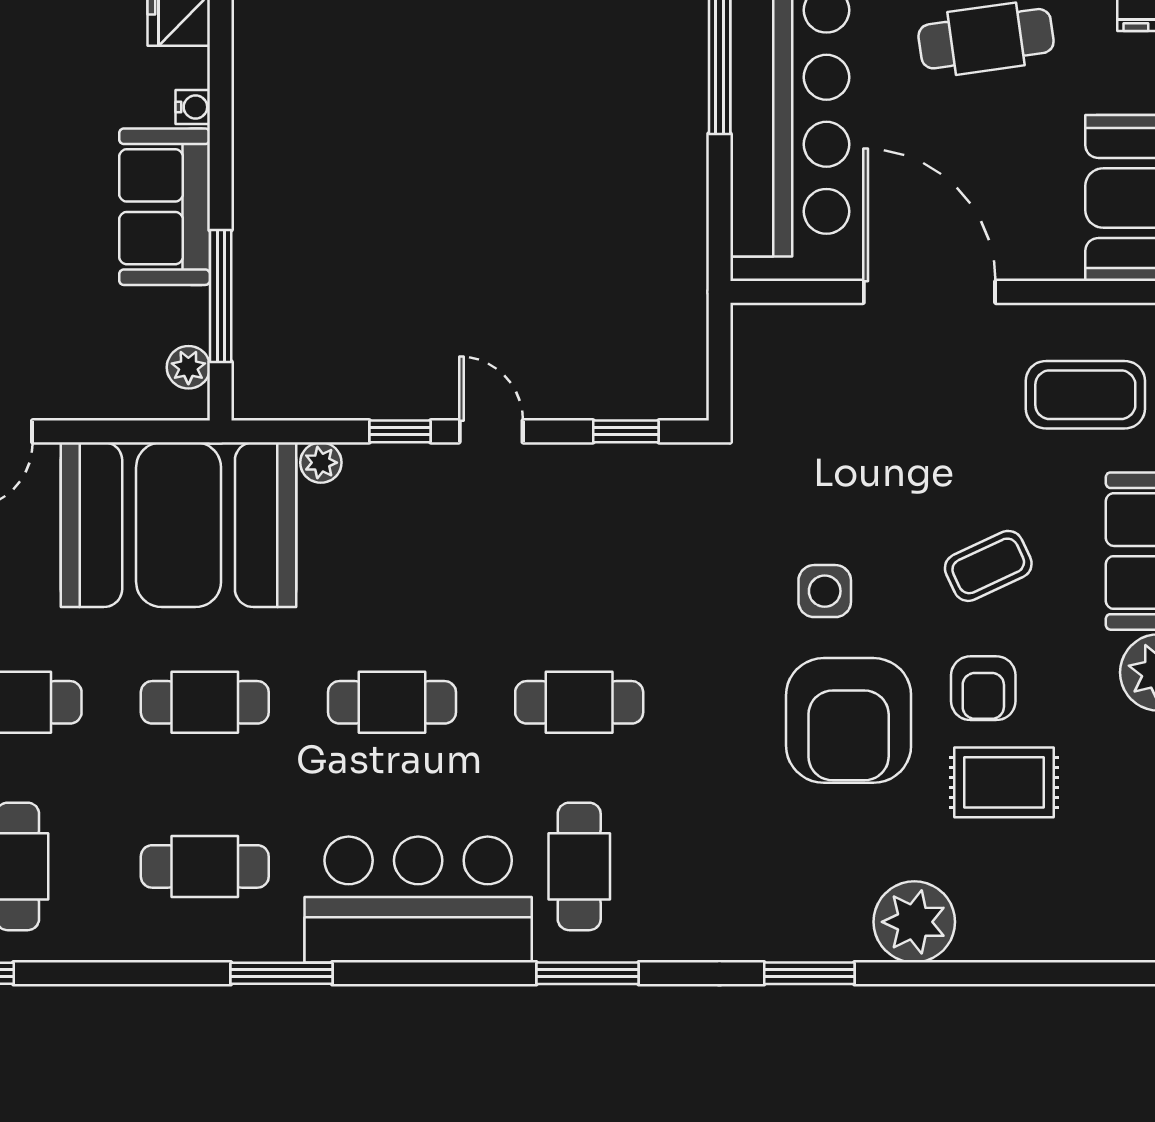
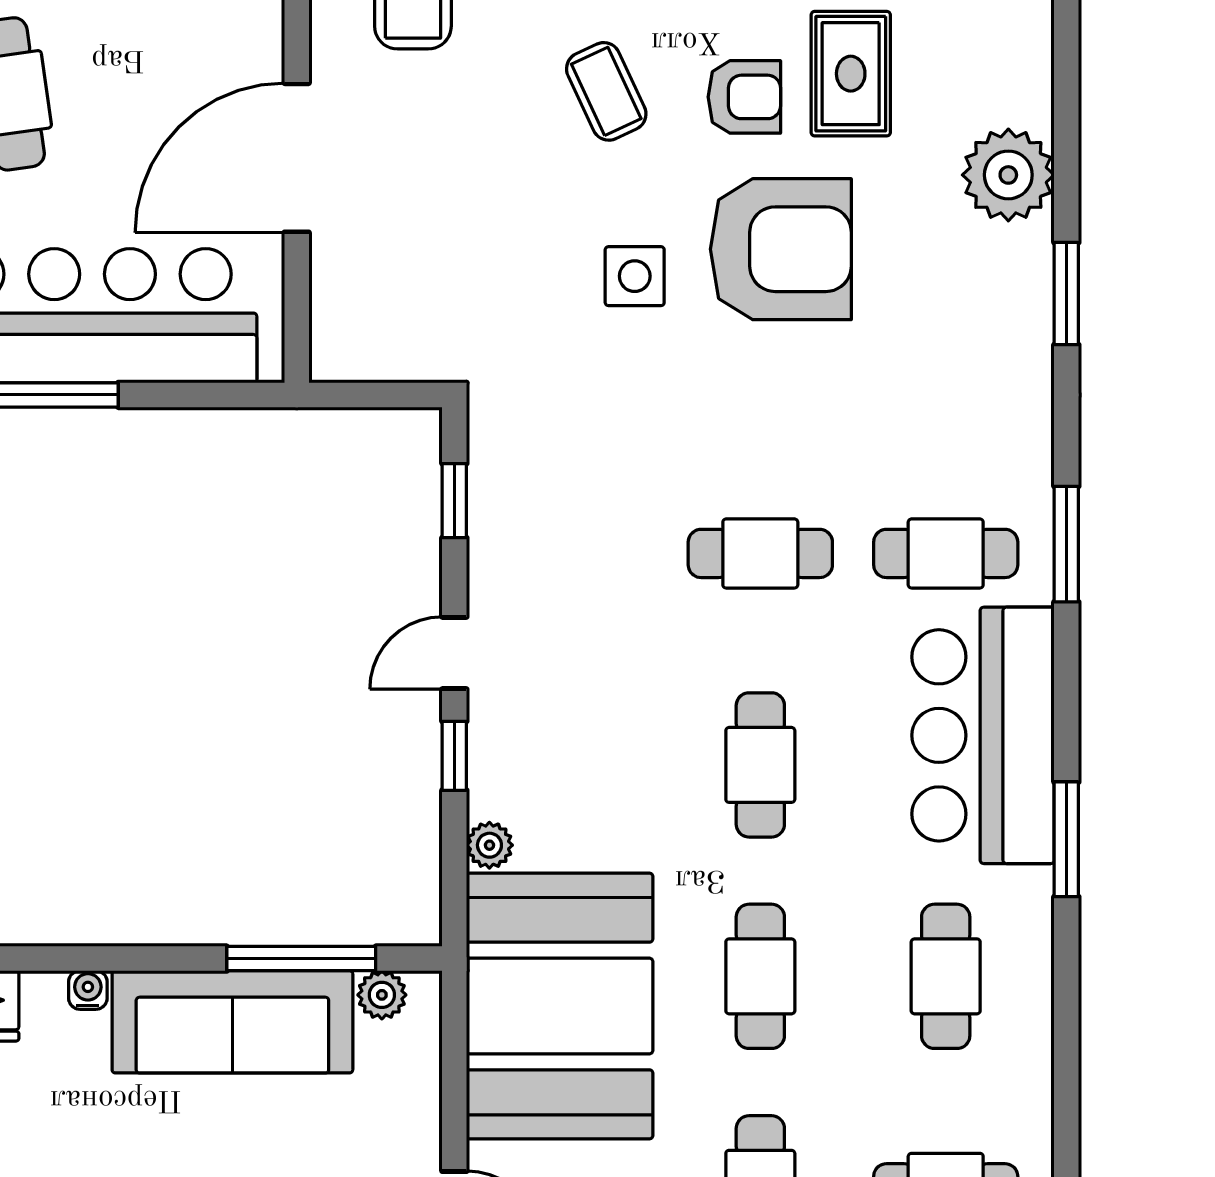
sofa: (165, 207) -> (232, 1022), width x1.36
cafe table: (579, 702) -> (760, 553), turned 90
window: (282, 973) -> (1066, 839), moved

